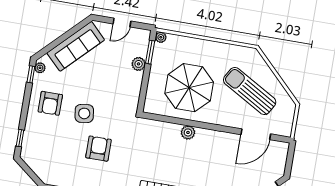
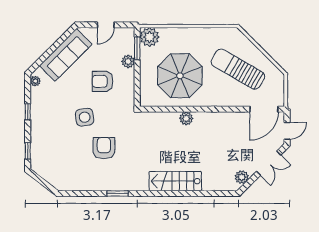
plant: (161, 37) -> (149, 37), width x1.88, depth x1.88
window: (31, 74) -> (28, 112), moved
armchair: (50, 103) -> (103, 81), moved, turned 90
door: (256, 134) -> (264, 109), moved
door: (289, 163) -> (287, 131), added

